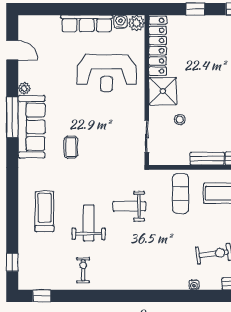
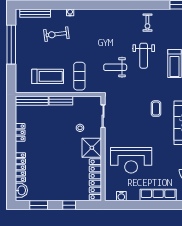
row of seats: (87, 23) -> (158, 195), moved
plant: (136, 23) -> (110, 195), removed
reception desk: (107, 73) -> (131, 160), turned 180
weight bench: (129, 206) -> (115, 67), turned 180

